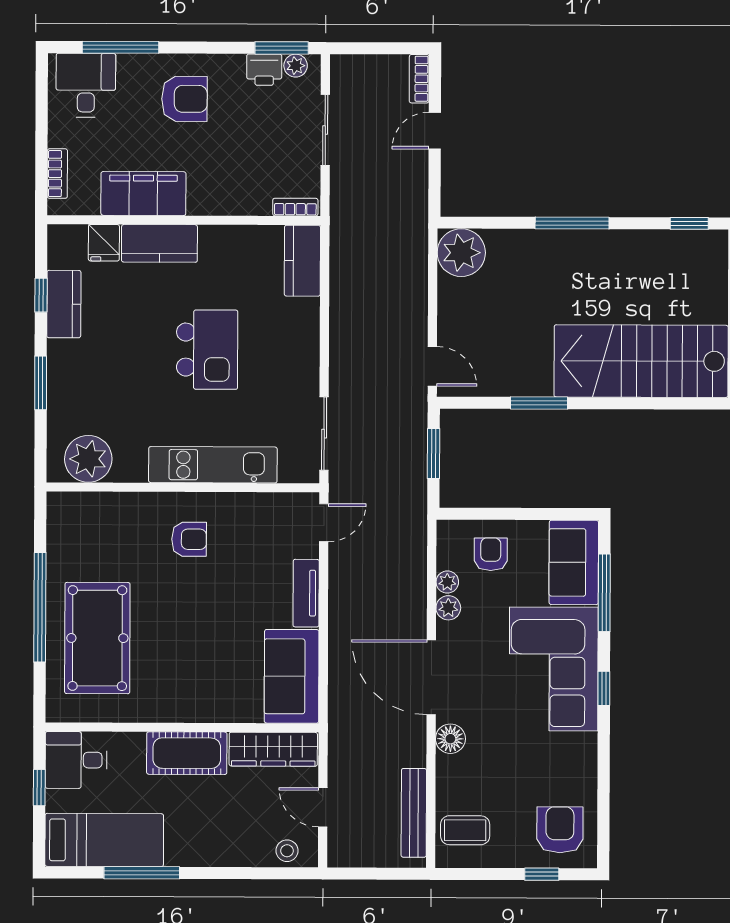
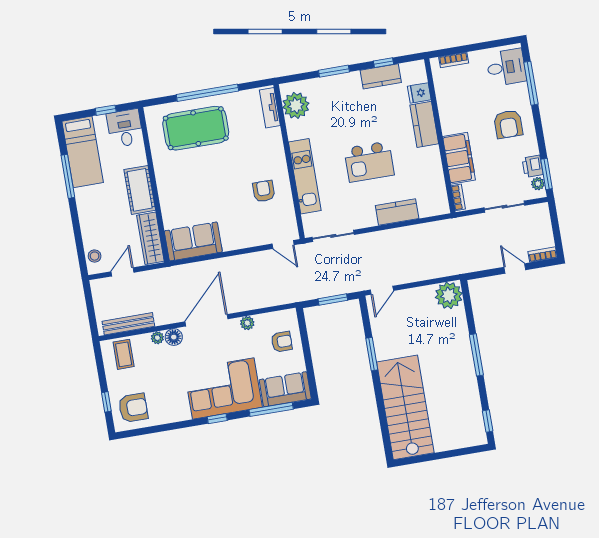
filing cabinet: (143, 194) -> (459, 158), moved
kitchen counter: (302, 261) -> (397, 212), moved
armchair: (189, 539) -> (264, 191), moved, turned 180
plant: (447, 582) -> (157, 338), moved
tv unit: (306, 593) -> (270, 108), moved, turned -90

